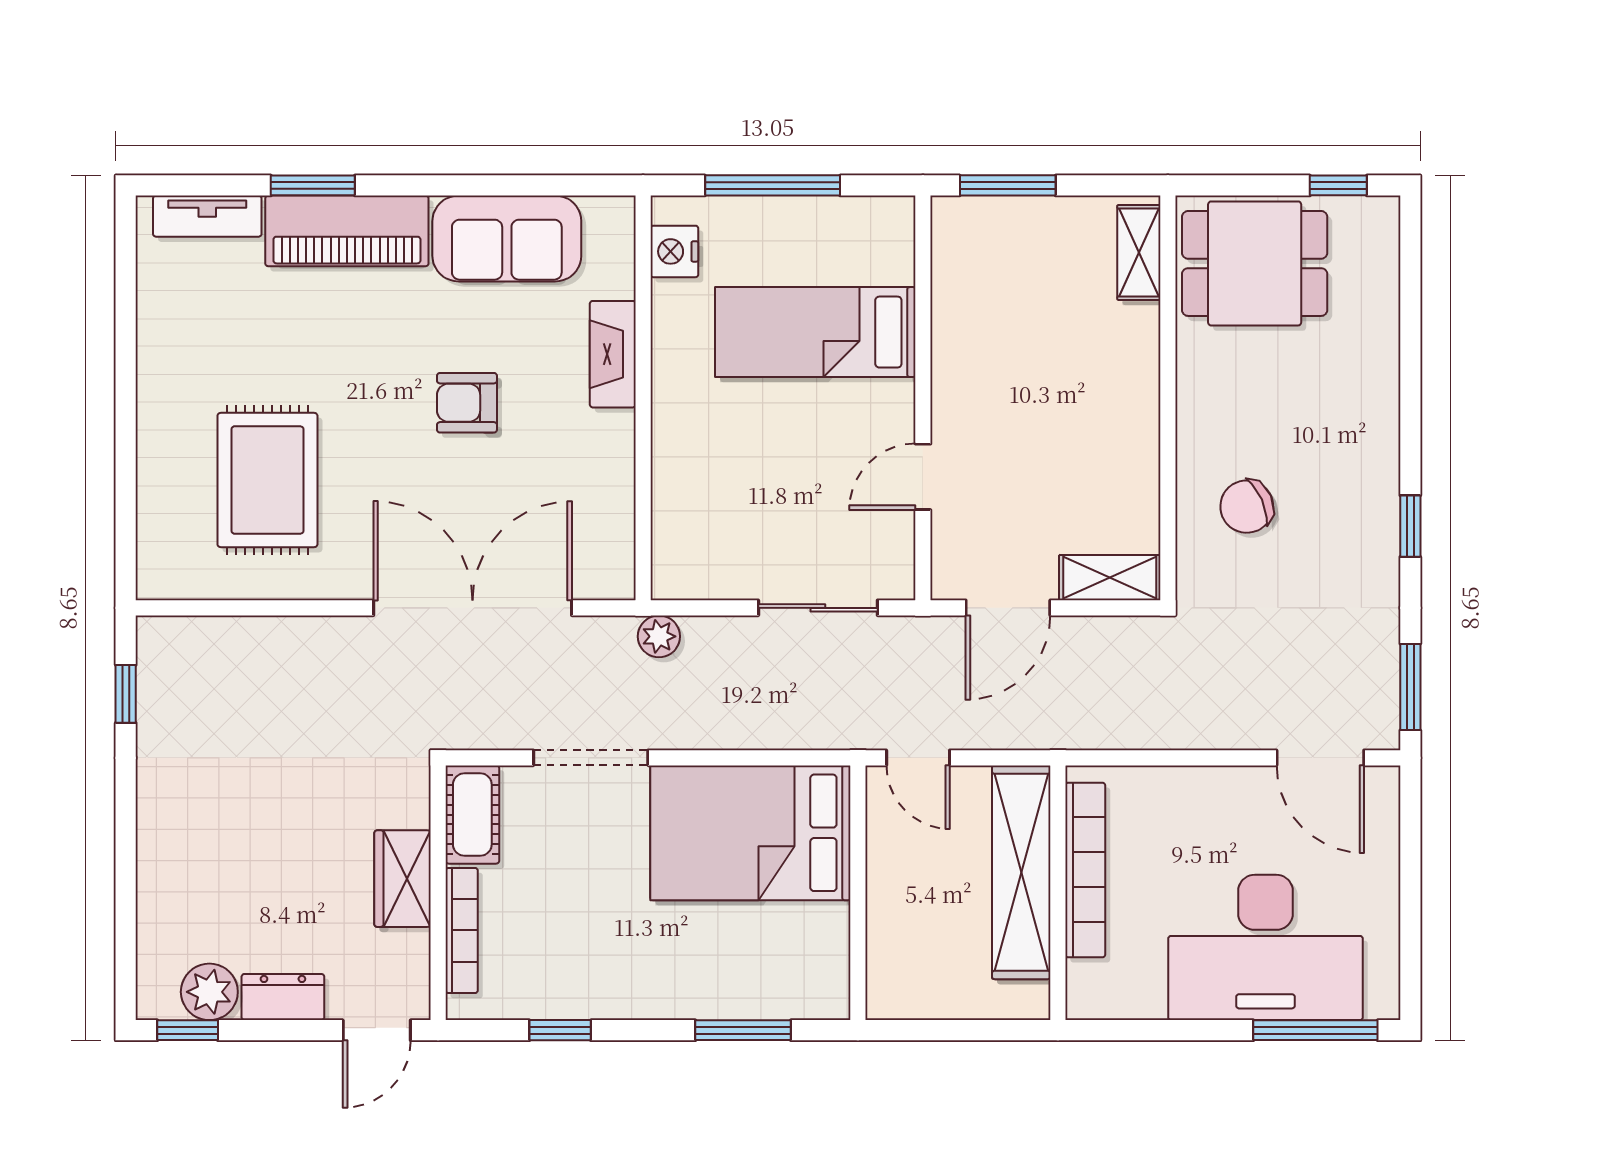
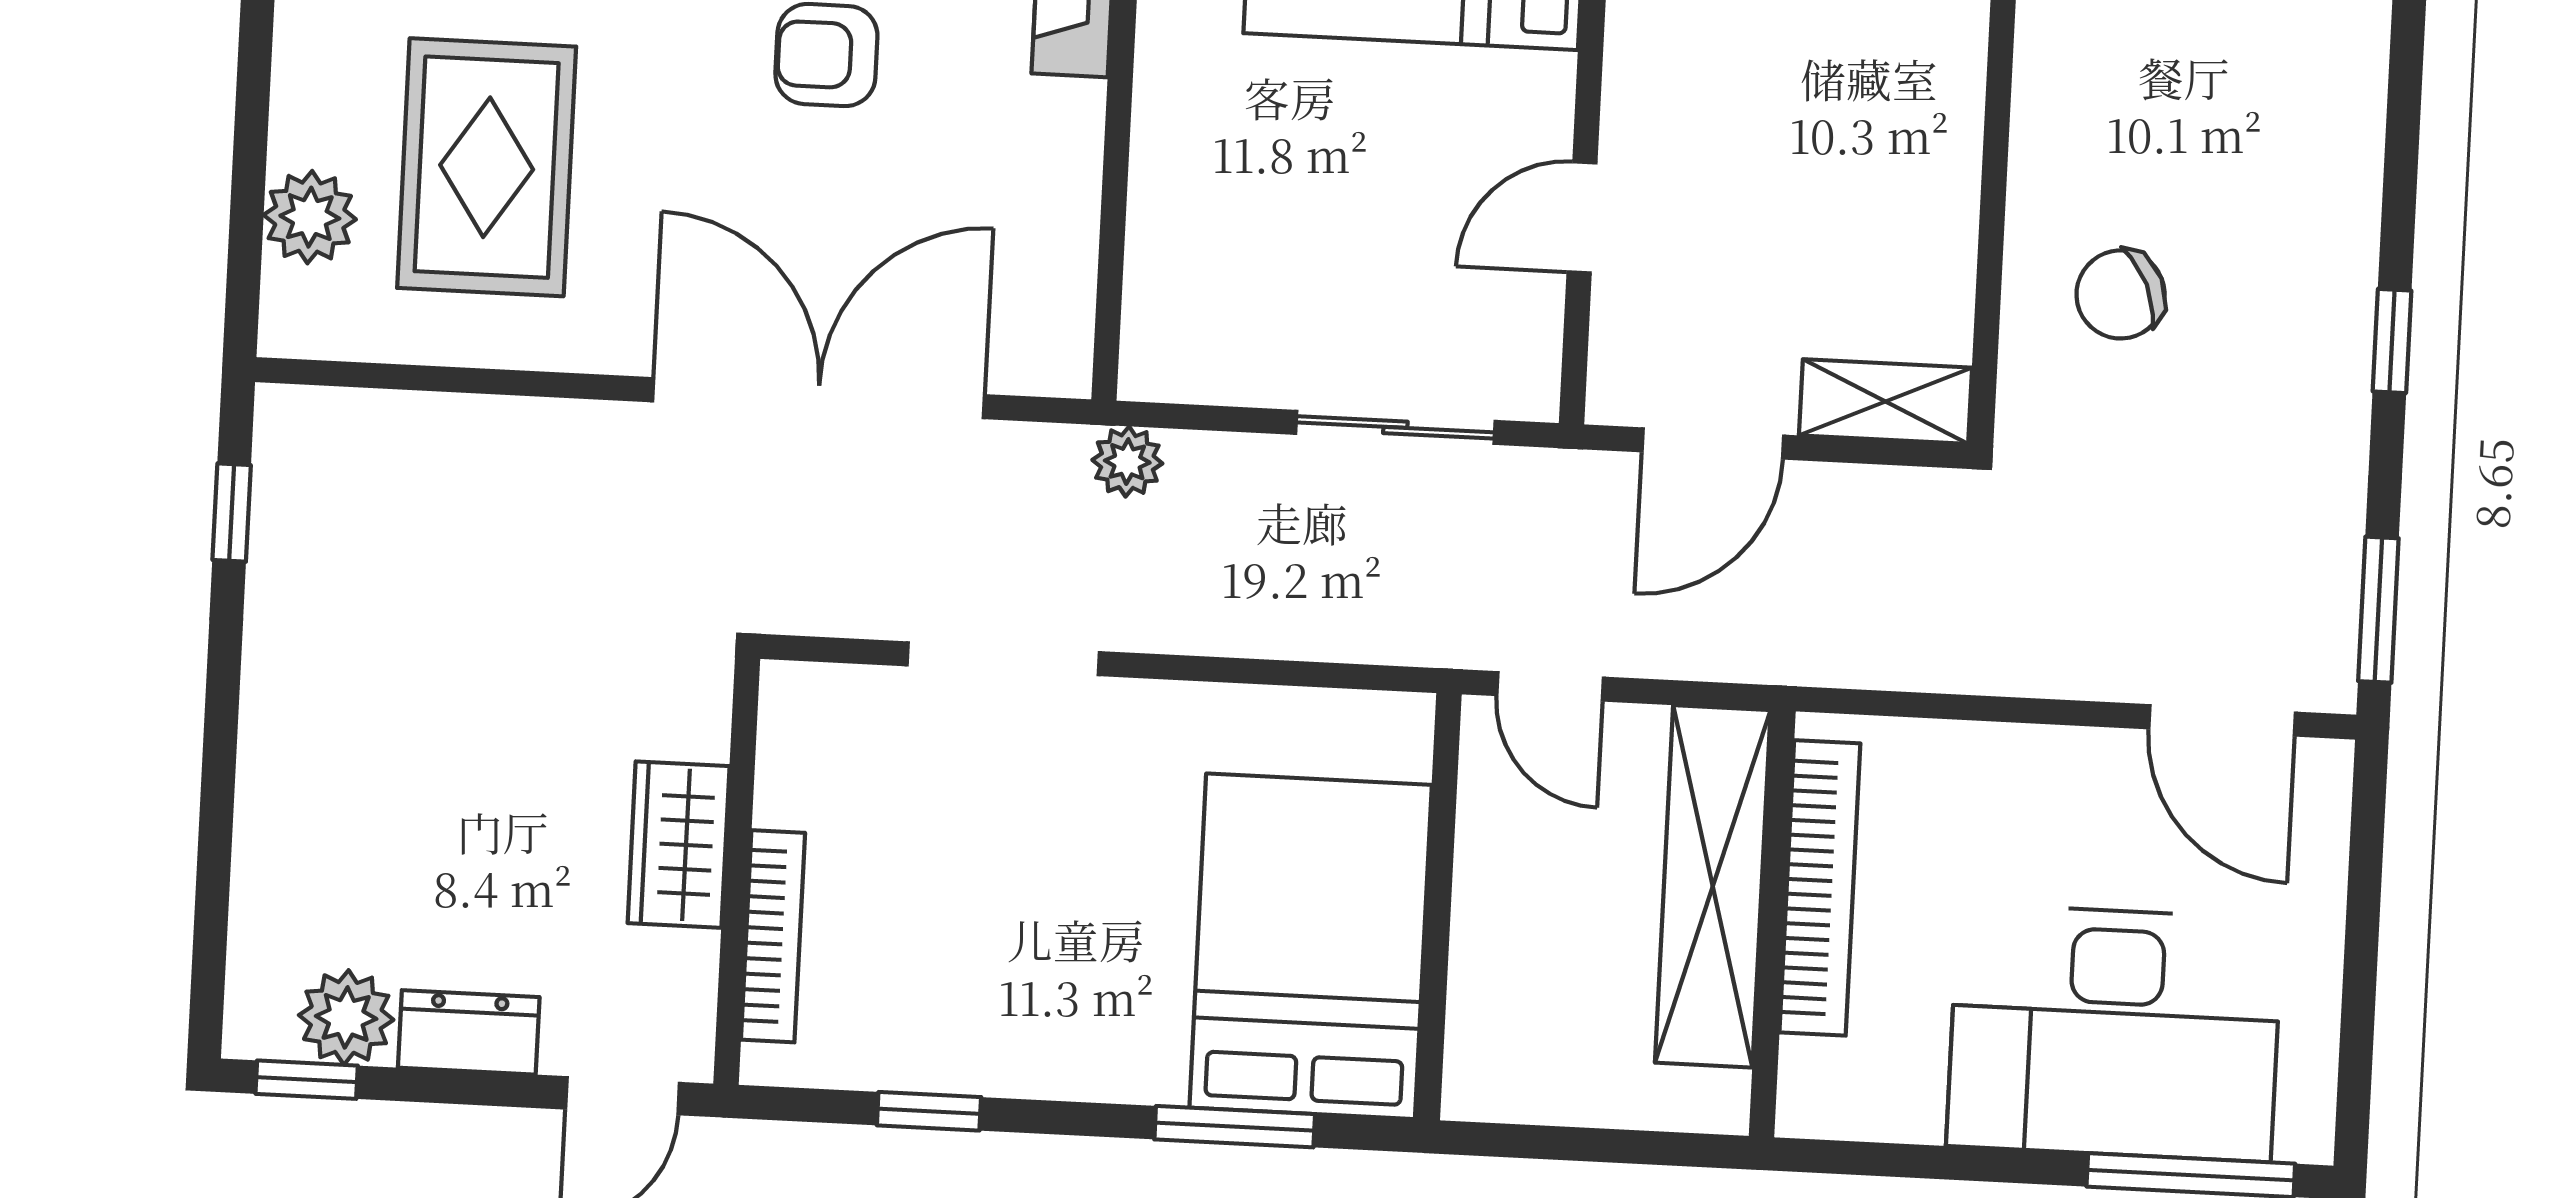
plant: (163, 515) -> (310, 217), added
cot: (472, 815) -> (801, 743), removed
bed: (750, 833) -> (1311, 946), moved, turned 90

